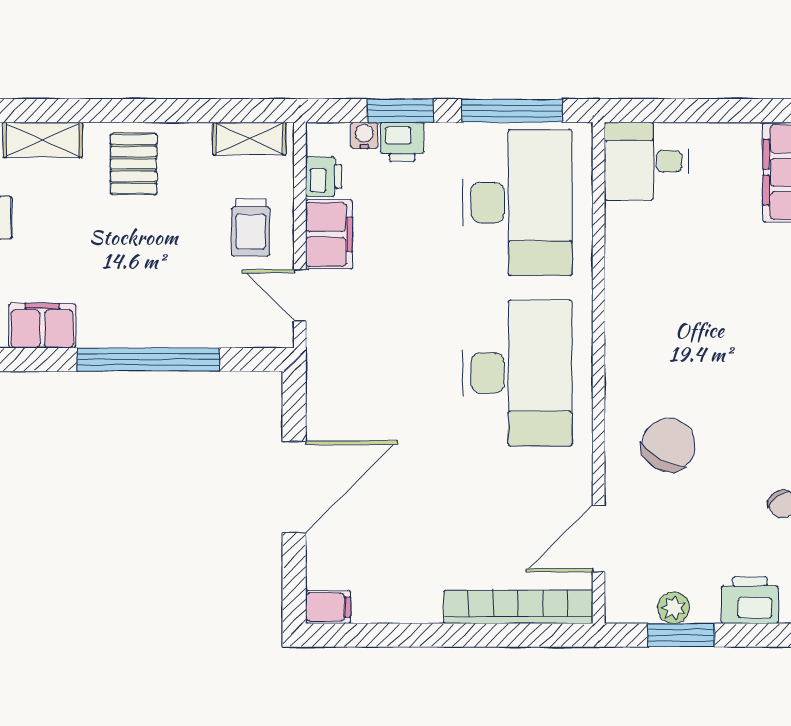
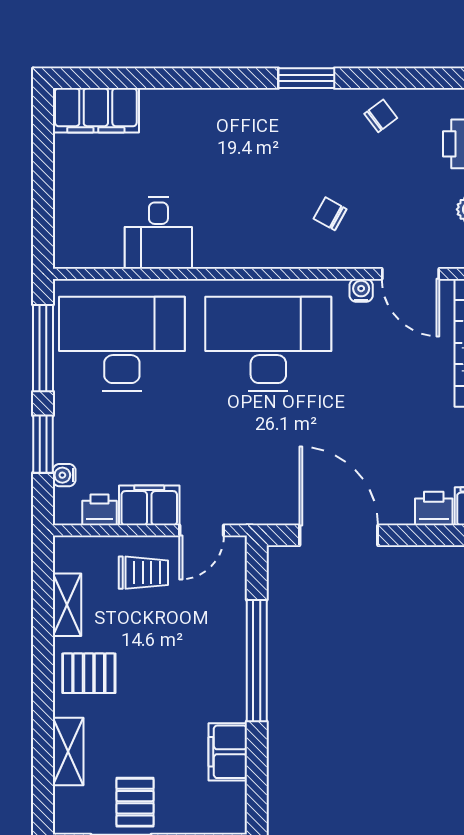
shelving: (249, 139) -> (67, 605), moved
printer: (402, 142) -> (434, 509), moved, turned -90
desk: (646, 161) -> (158, 233), moved
chair: (668, 445) -> (330, 214), width x0.54, depth x0.54
water cooler: (579, 481) -> (361, 290), added
door: (294, 487) -> (339, 535), moved

